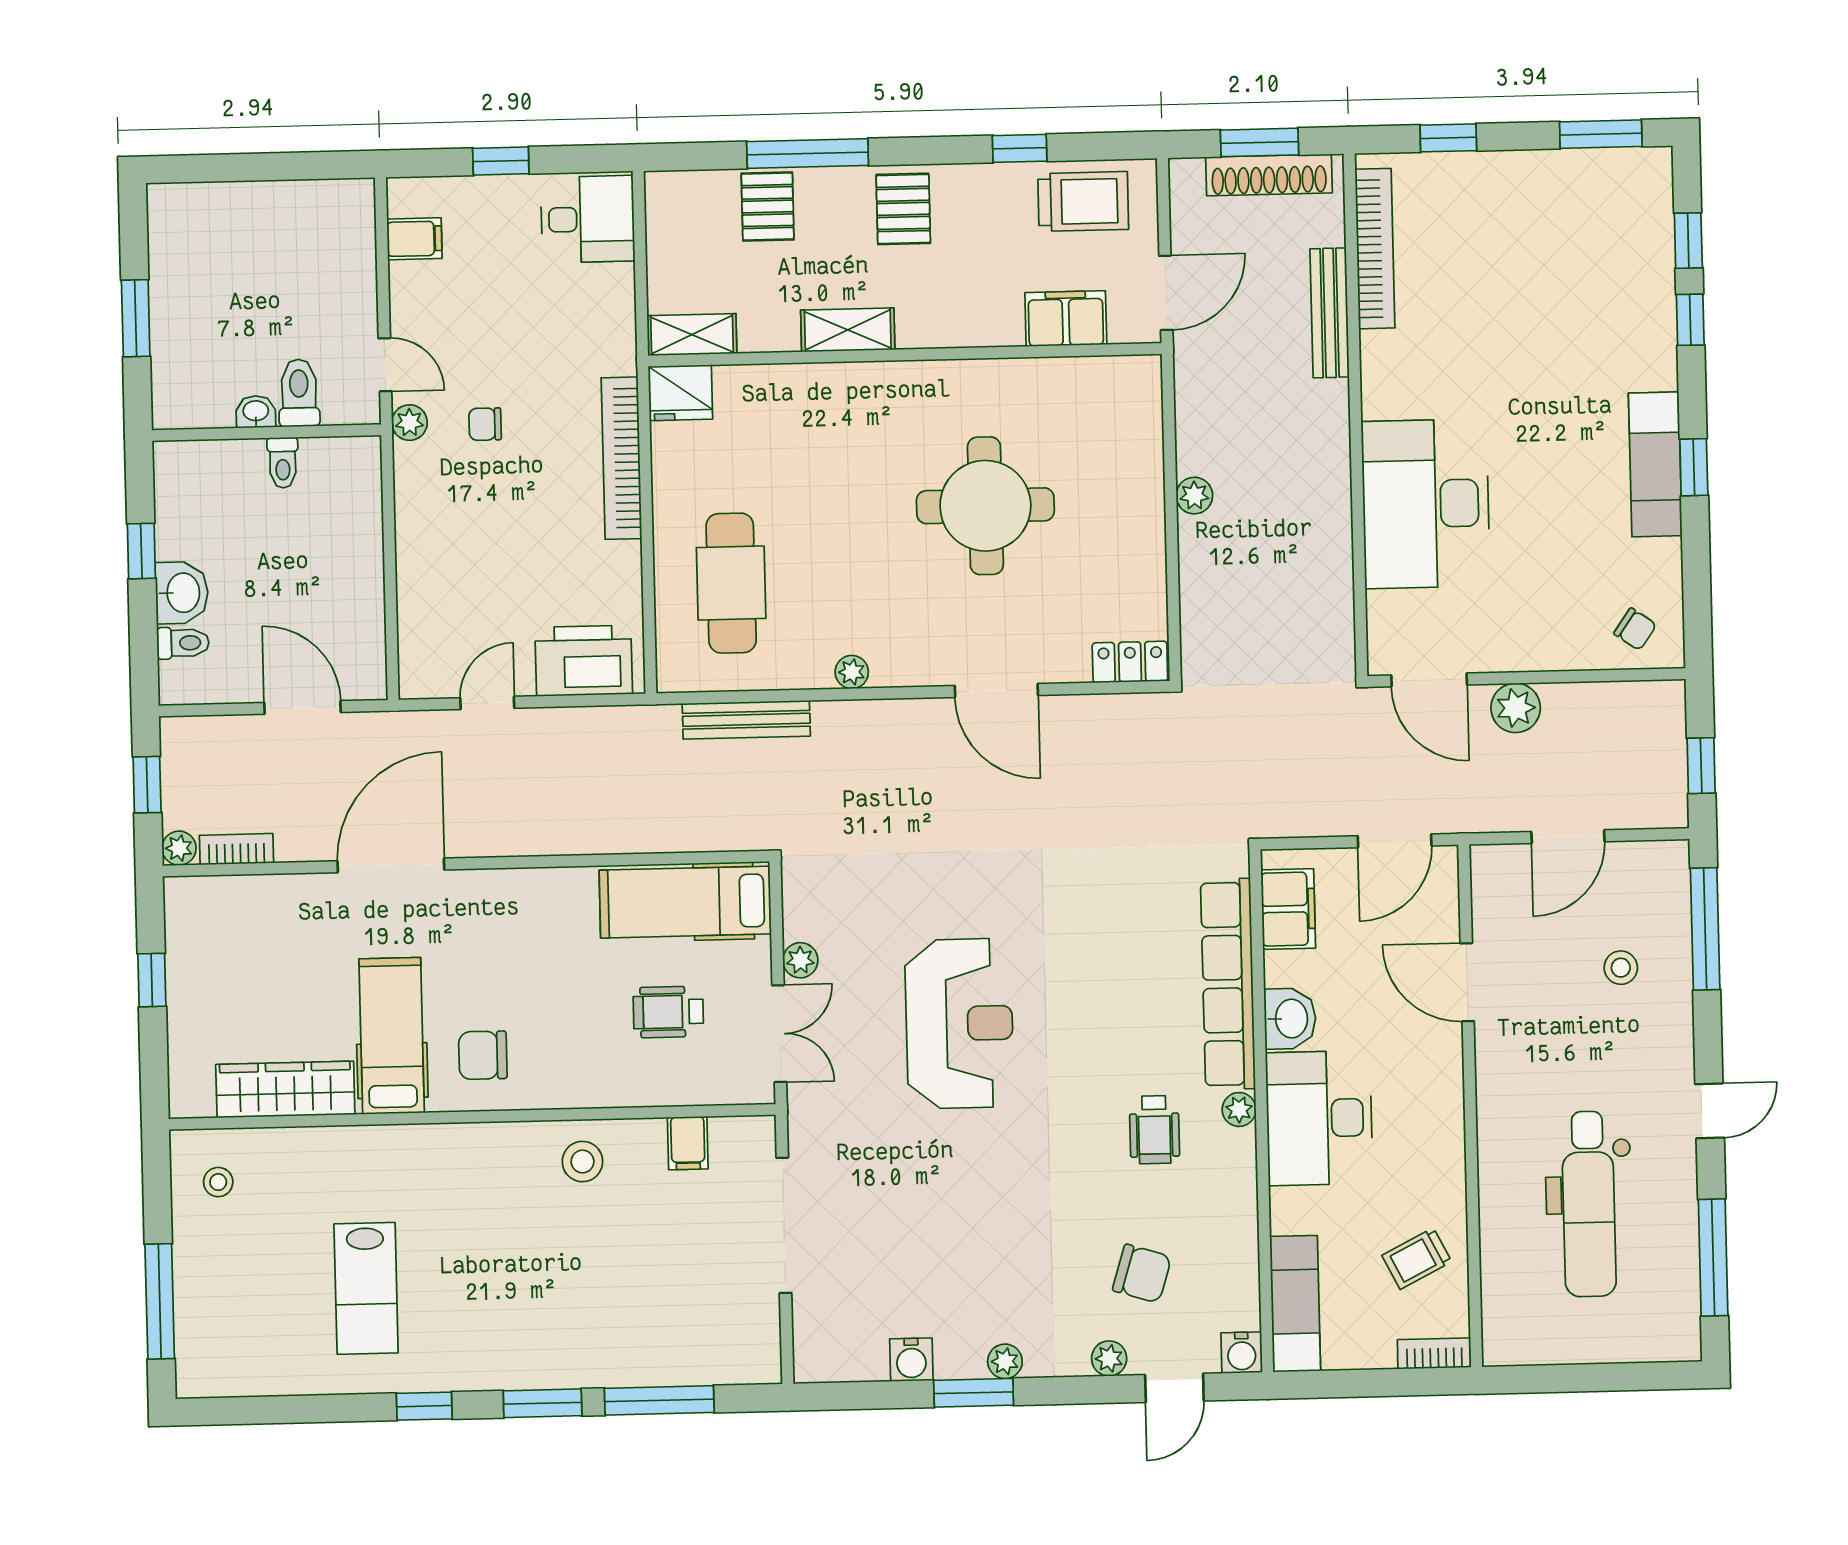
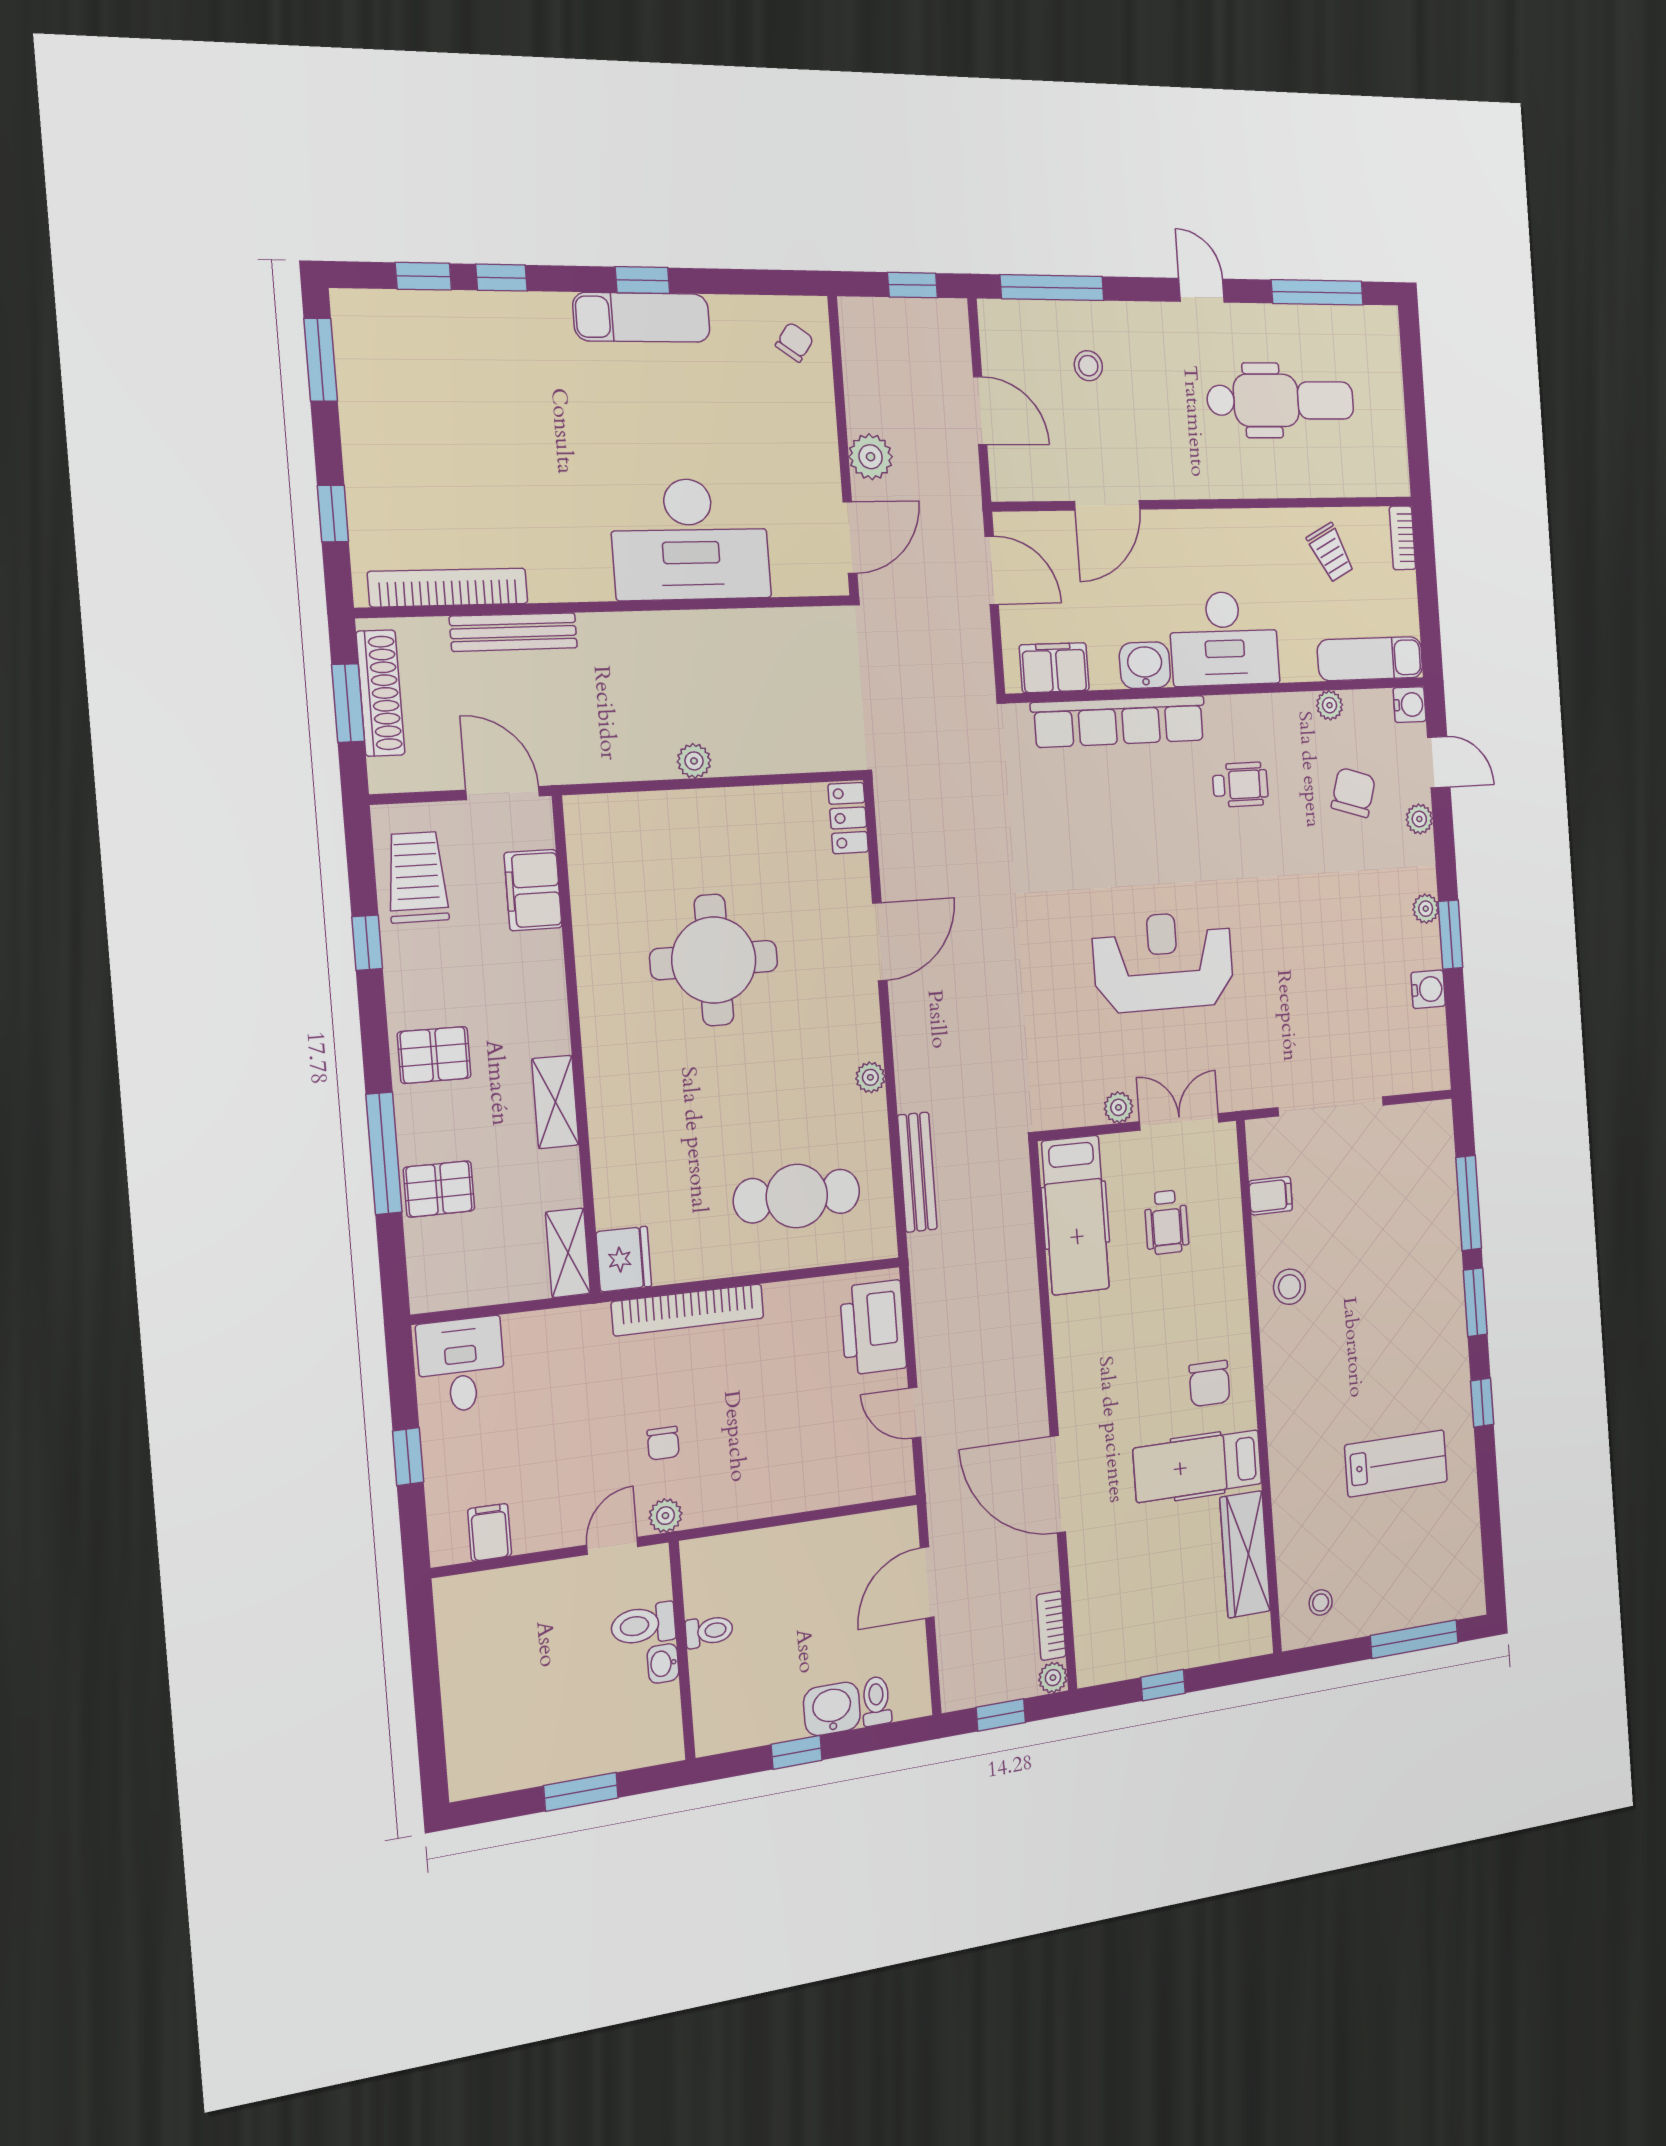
plant: (1239, 1109) -> (1330, 705), moved

